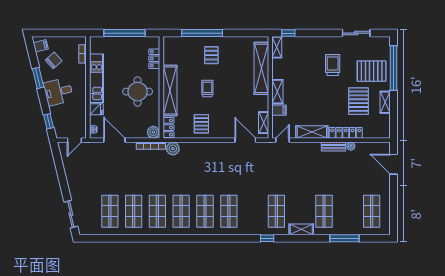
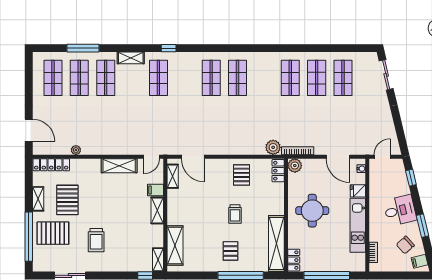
locker: (154, 59) -> (294, 260), moved
shelving: (261, 68) -> (175, 245), width x0.68
shelving: (170, 91) -> (276, 243), moved
locker: (346, 133) -> (51, 165), moved
bench: (334, 147) -> (95, 150), removed
shop shelf: (181, 211) -> (79, 78), moved

